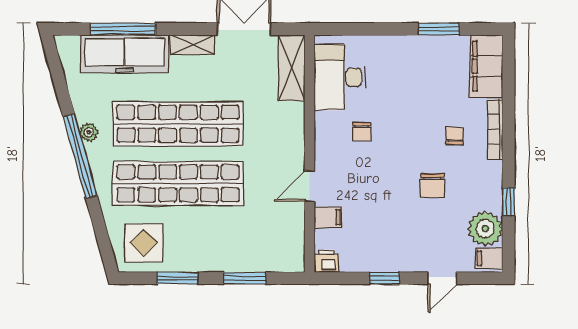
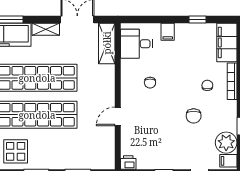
window: (439, 29) -> (197, 20), width x0.67
desk: (340, 77) -> (137, 44), width x0.73
filing cabinet: (328, 217) -> (168, 32), moved, turned 90

